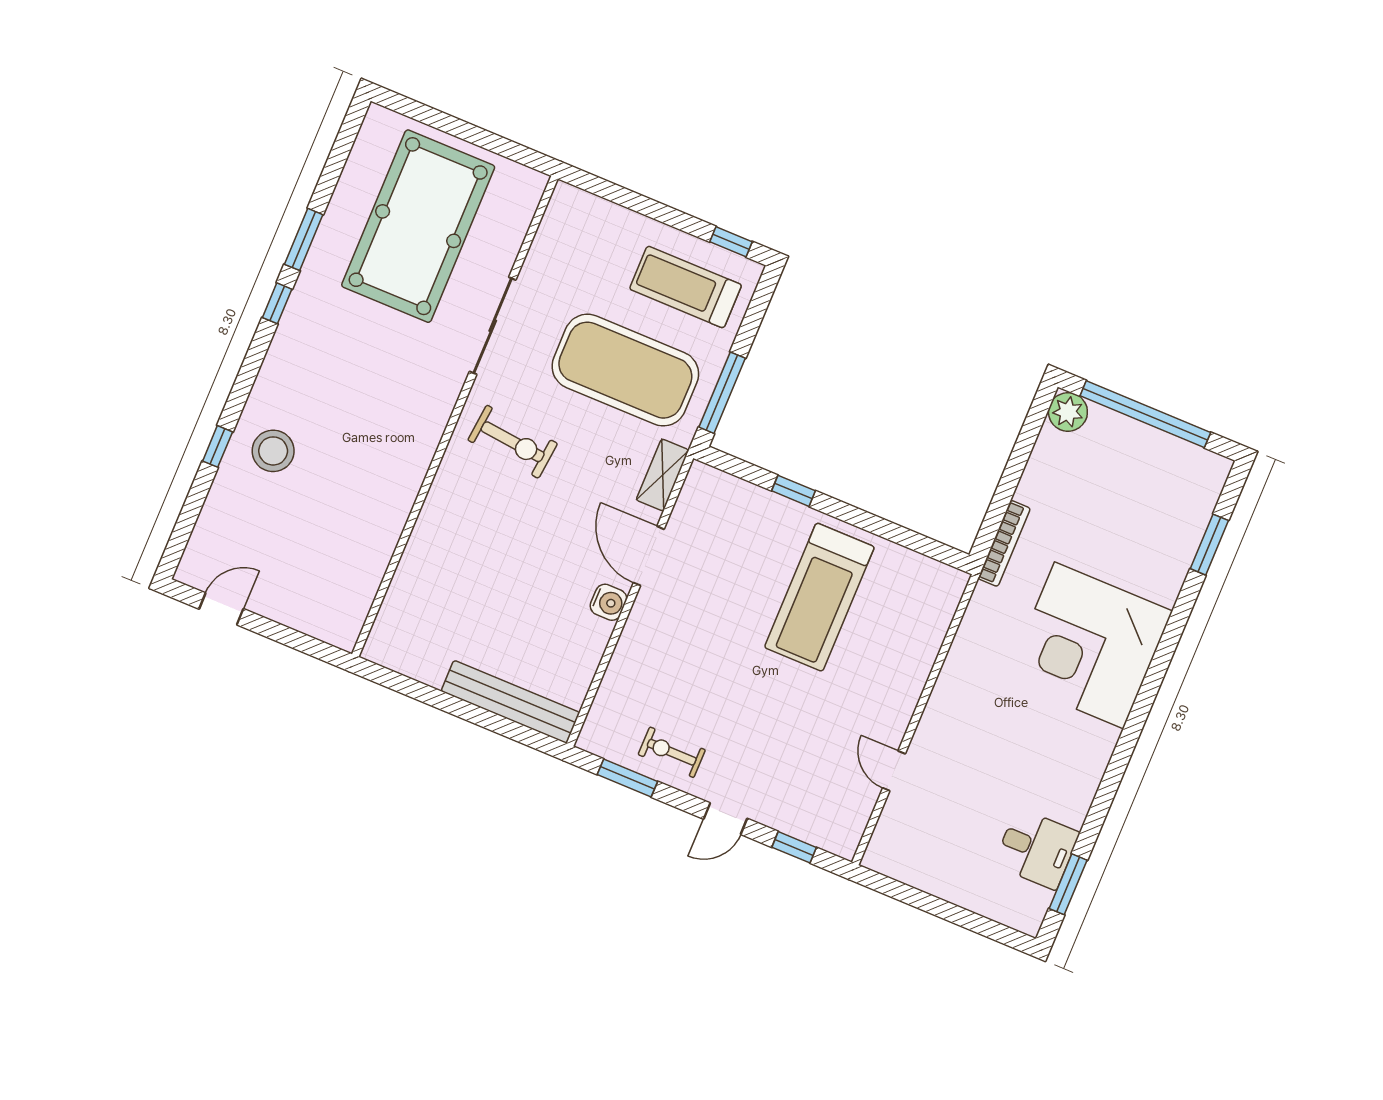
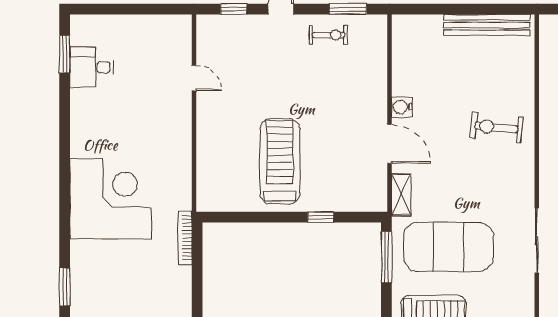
exercise bike: (513, 442) -> (496, 127), moved
bench: (510, 702) -> (487, 25), moved

